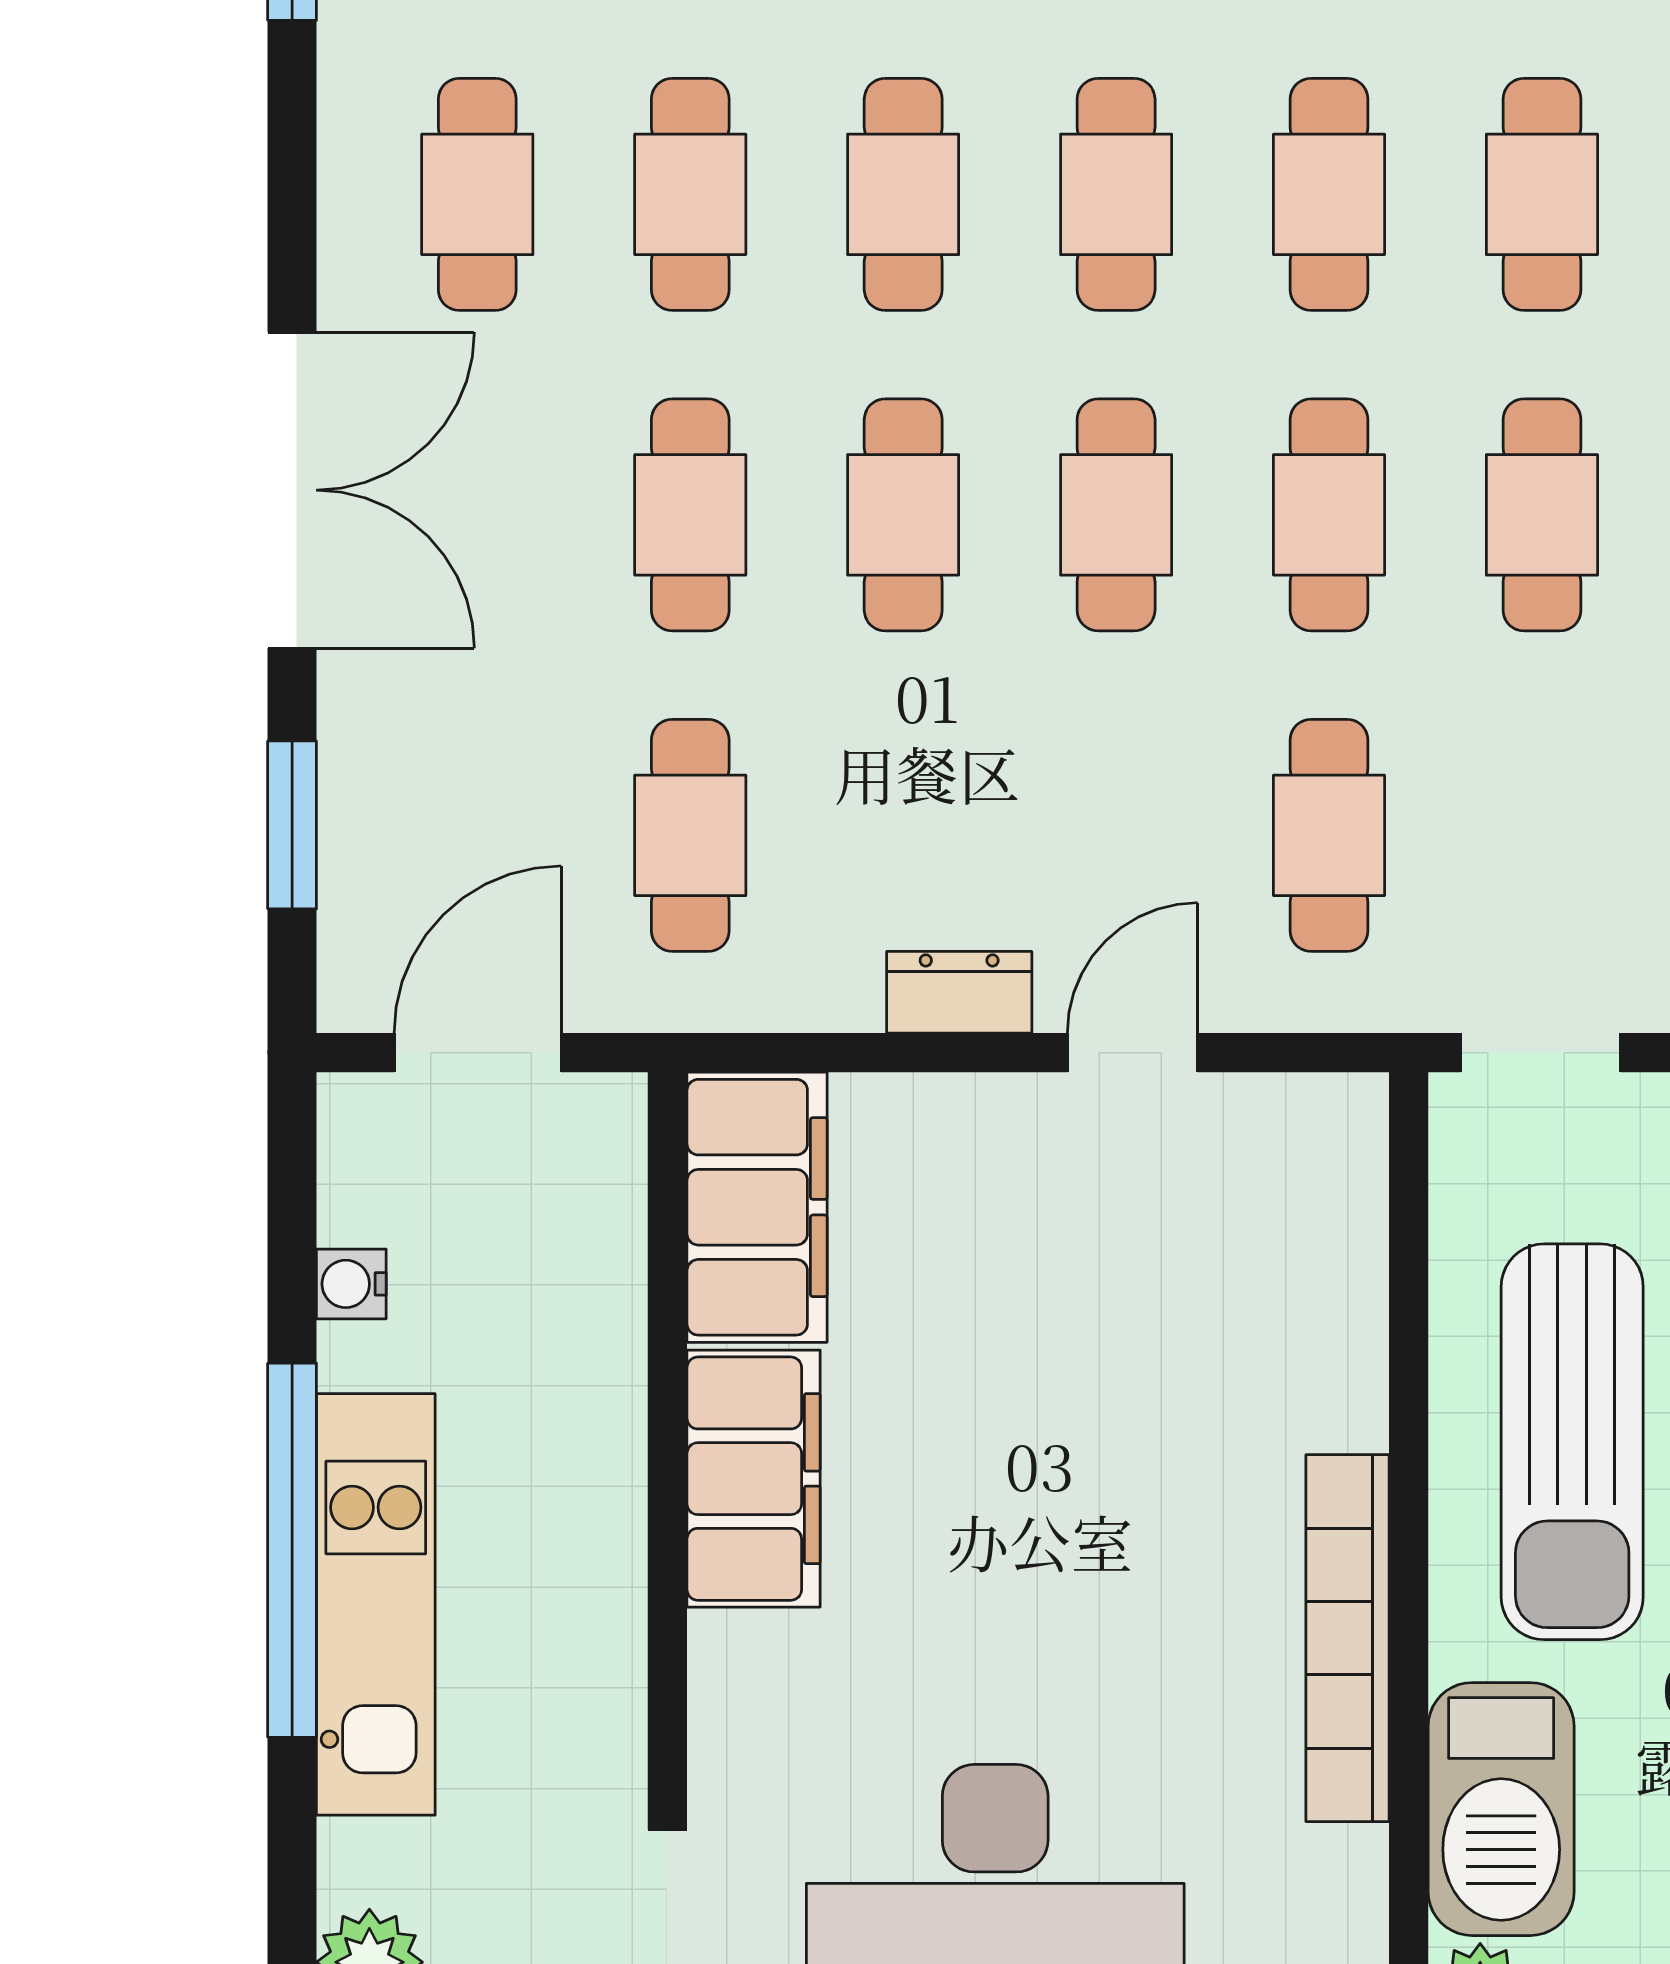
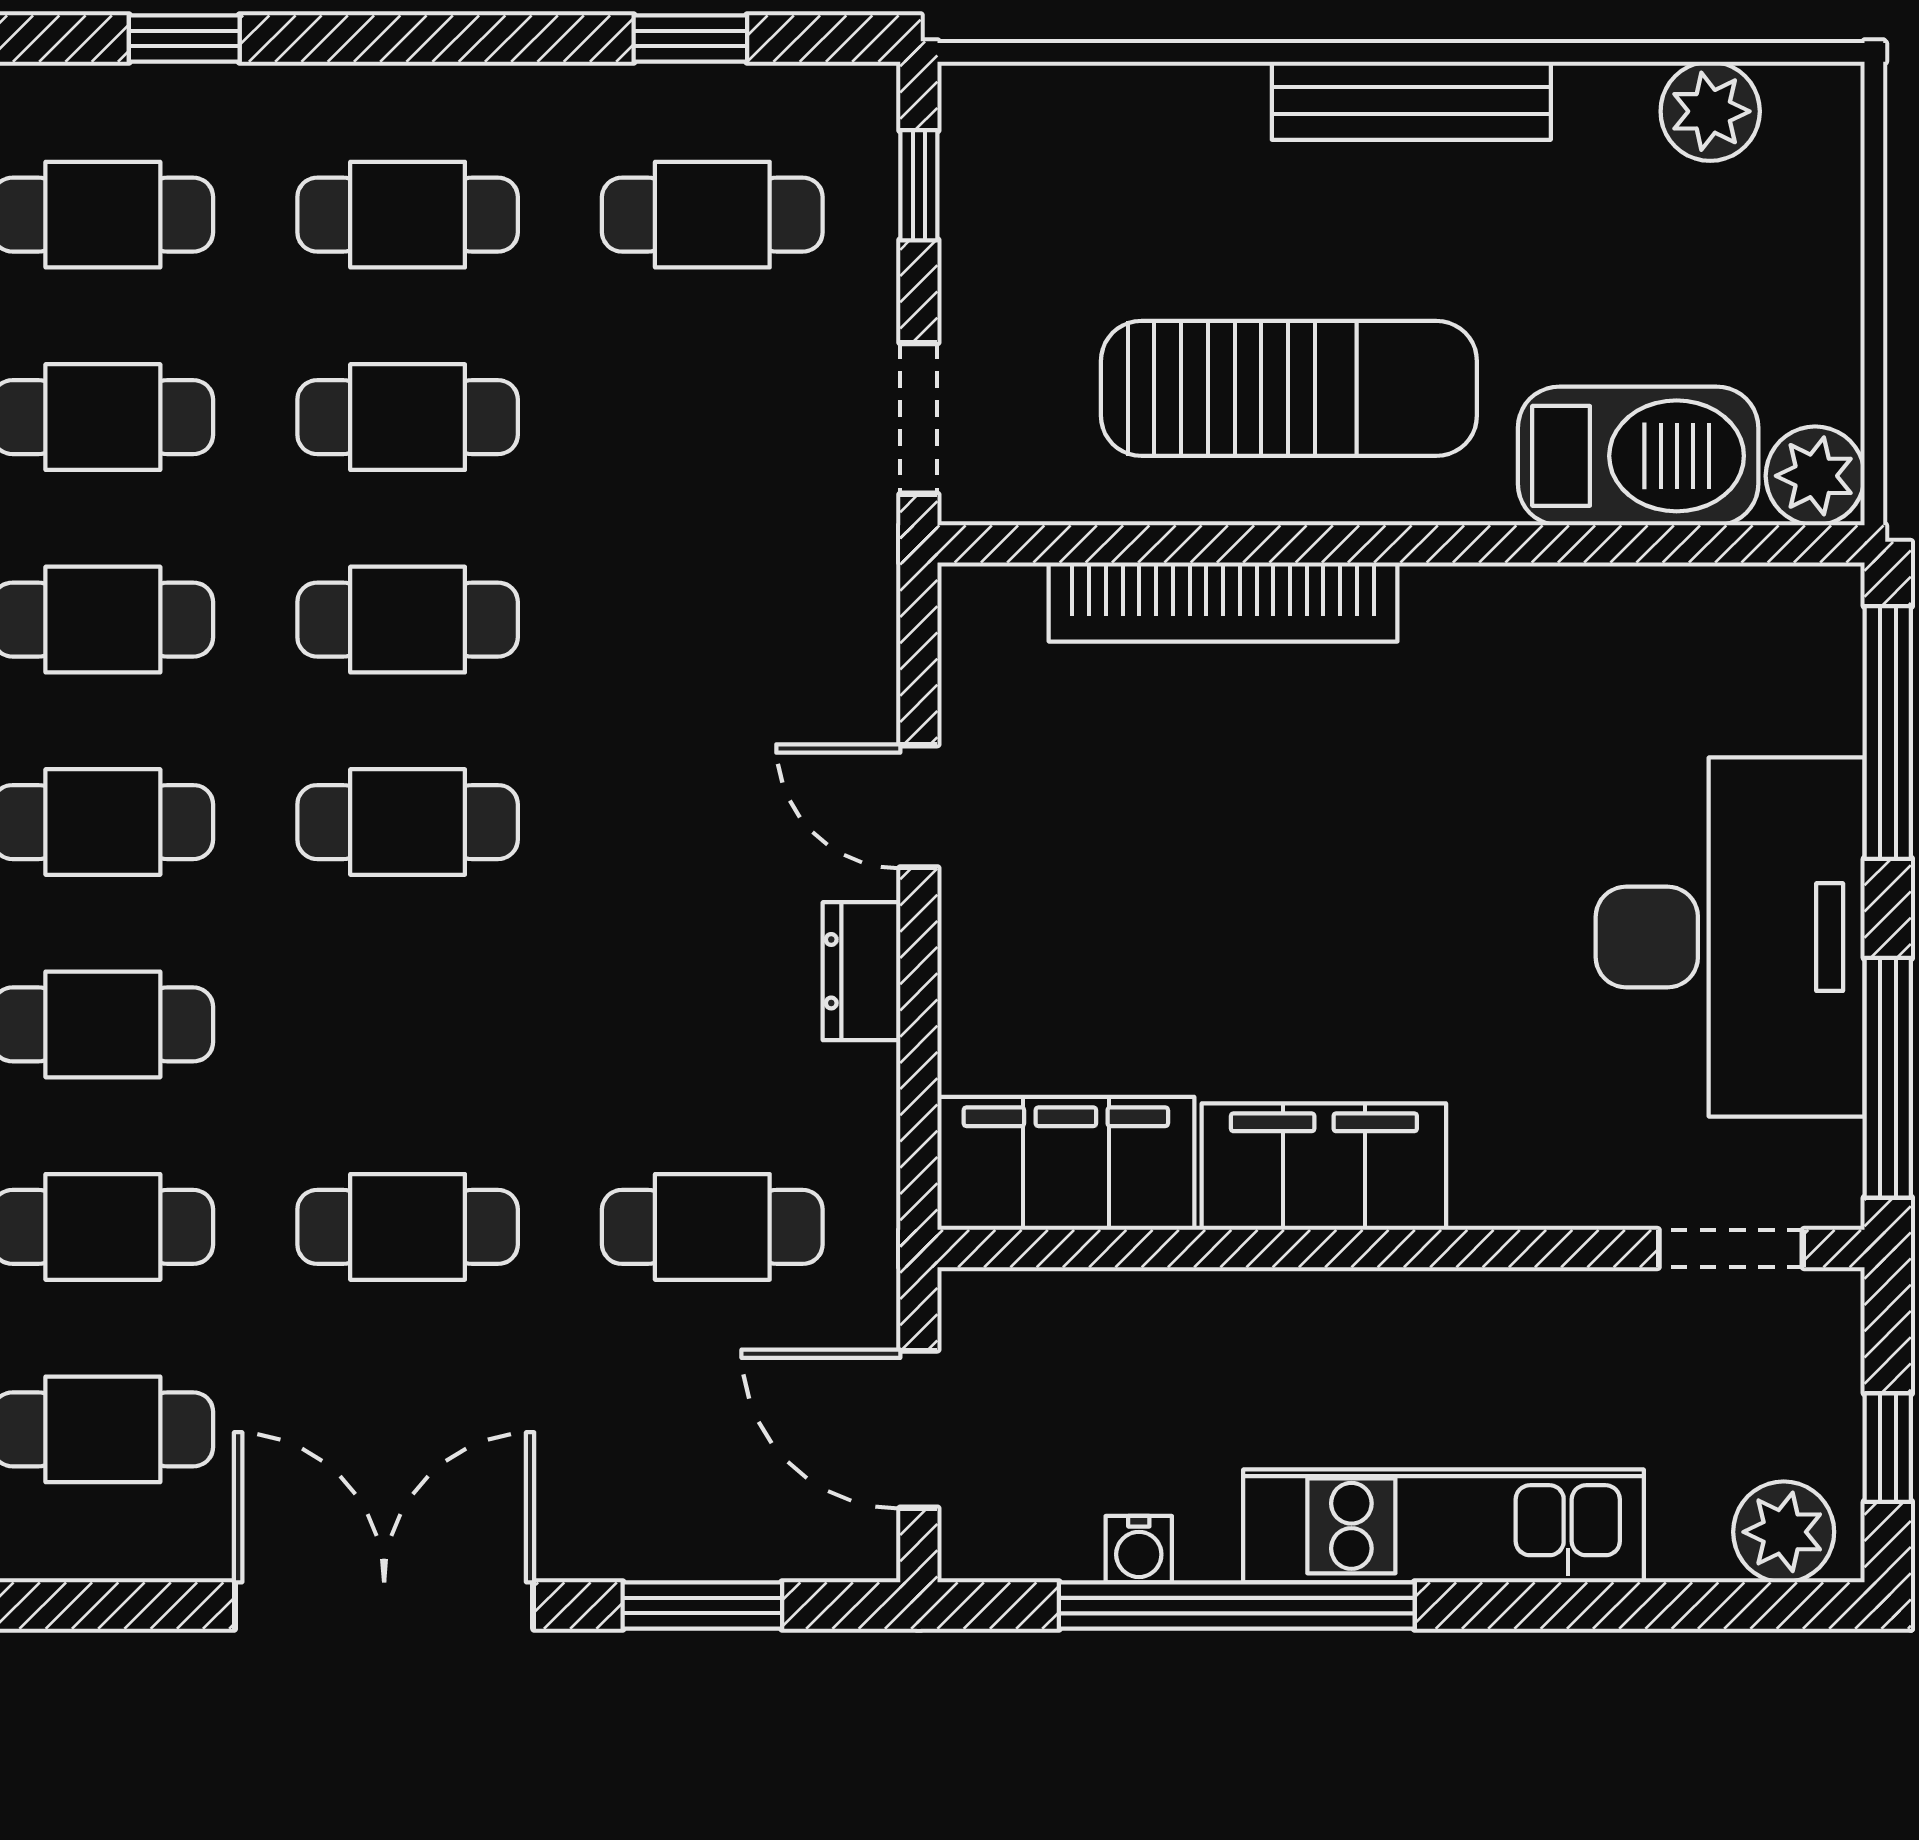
cafe table: (903, 515) -> (408, 1024), removed
cafe table: (1329, 835) -> (712, 620), removed
window: (292, 1550) -> (1237, 1606), moved
bookcase: (1348, 1638) -> (1223, 602), moved

